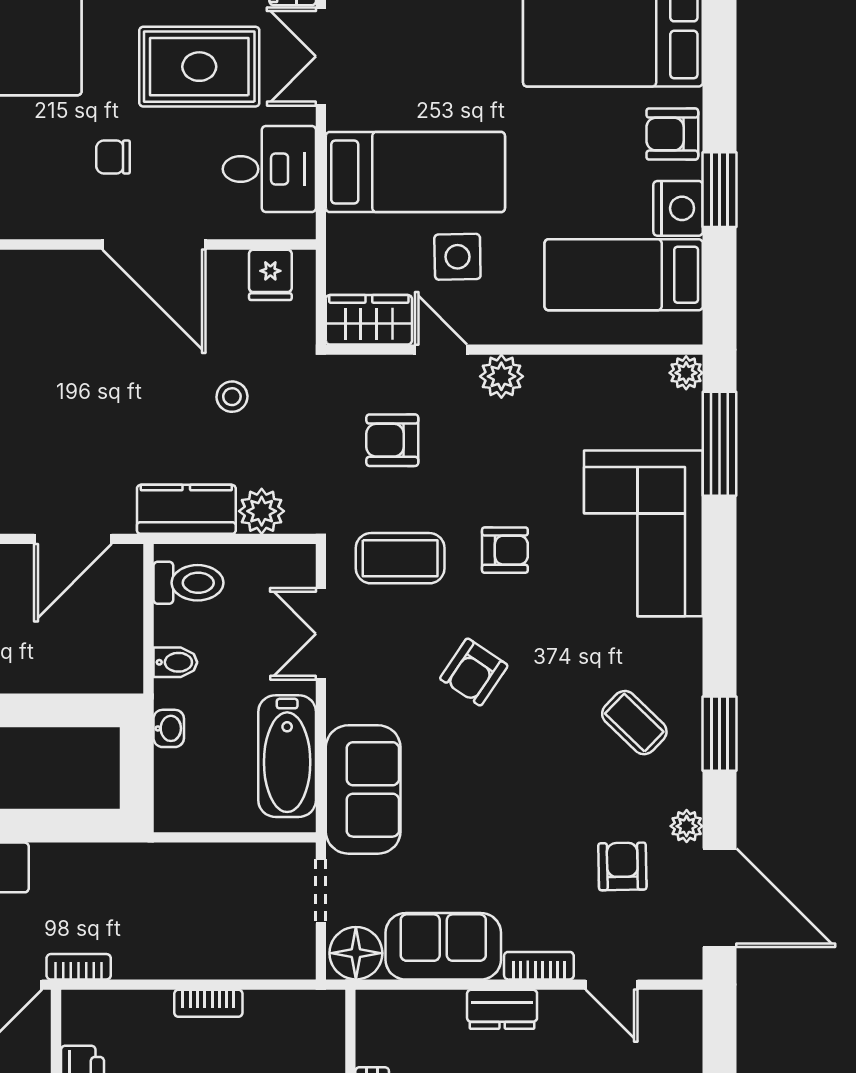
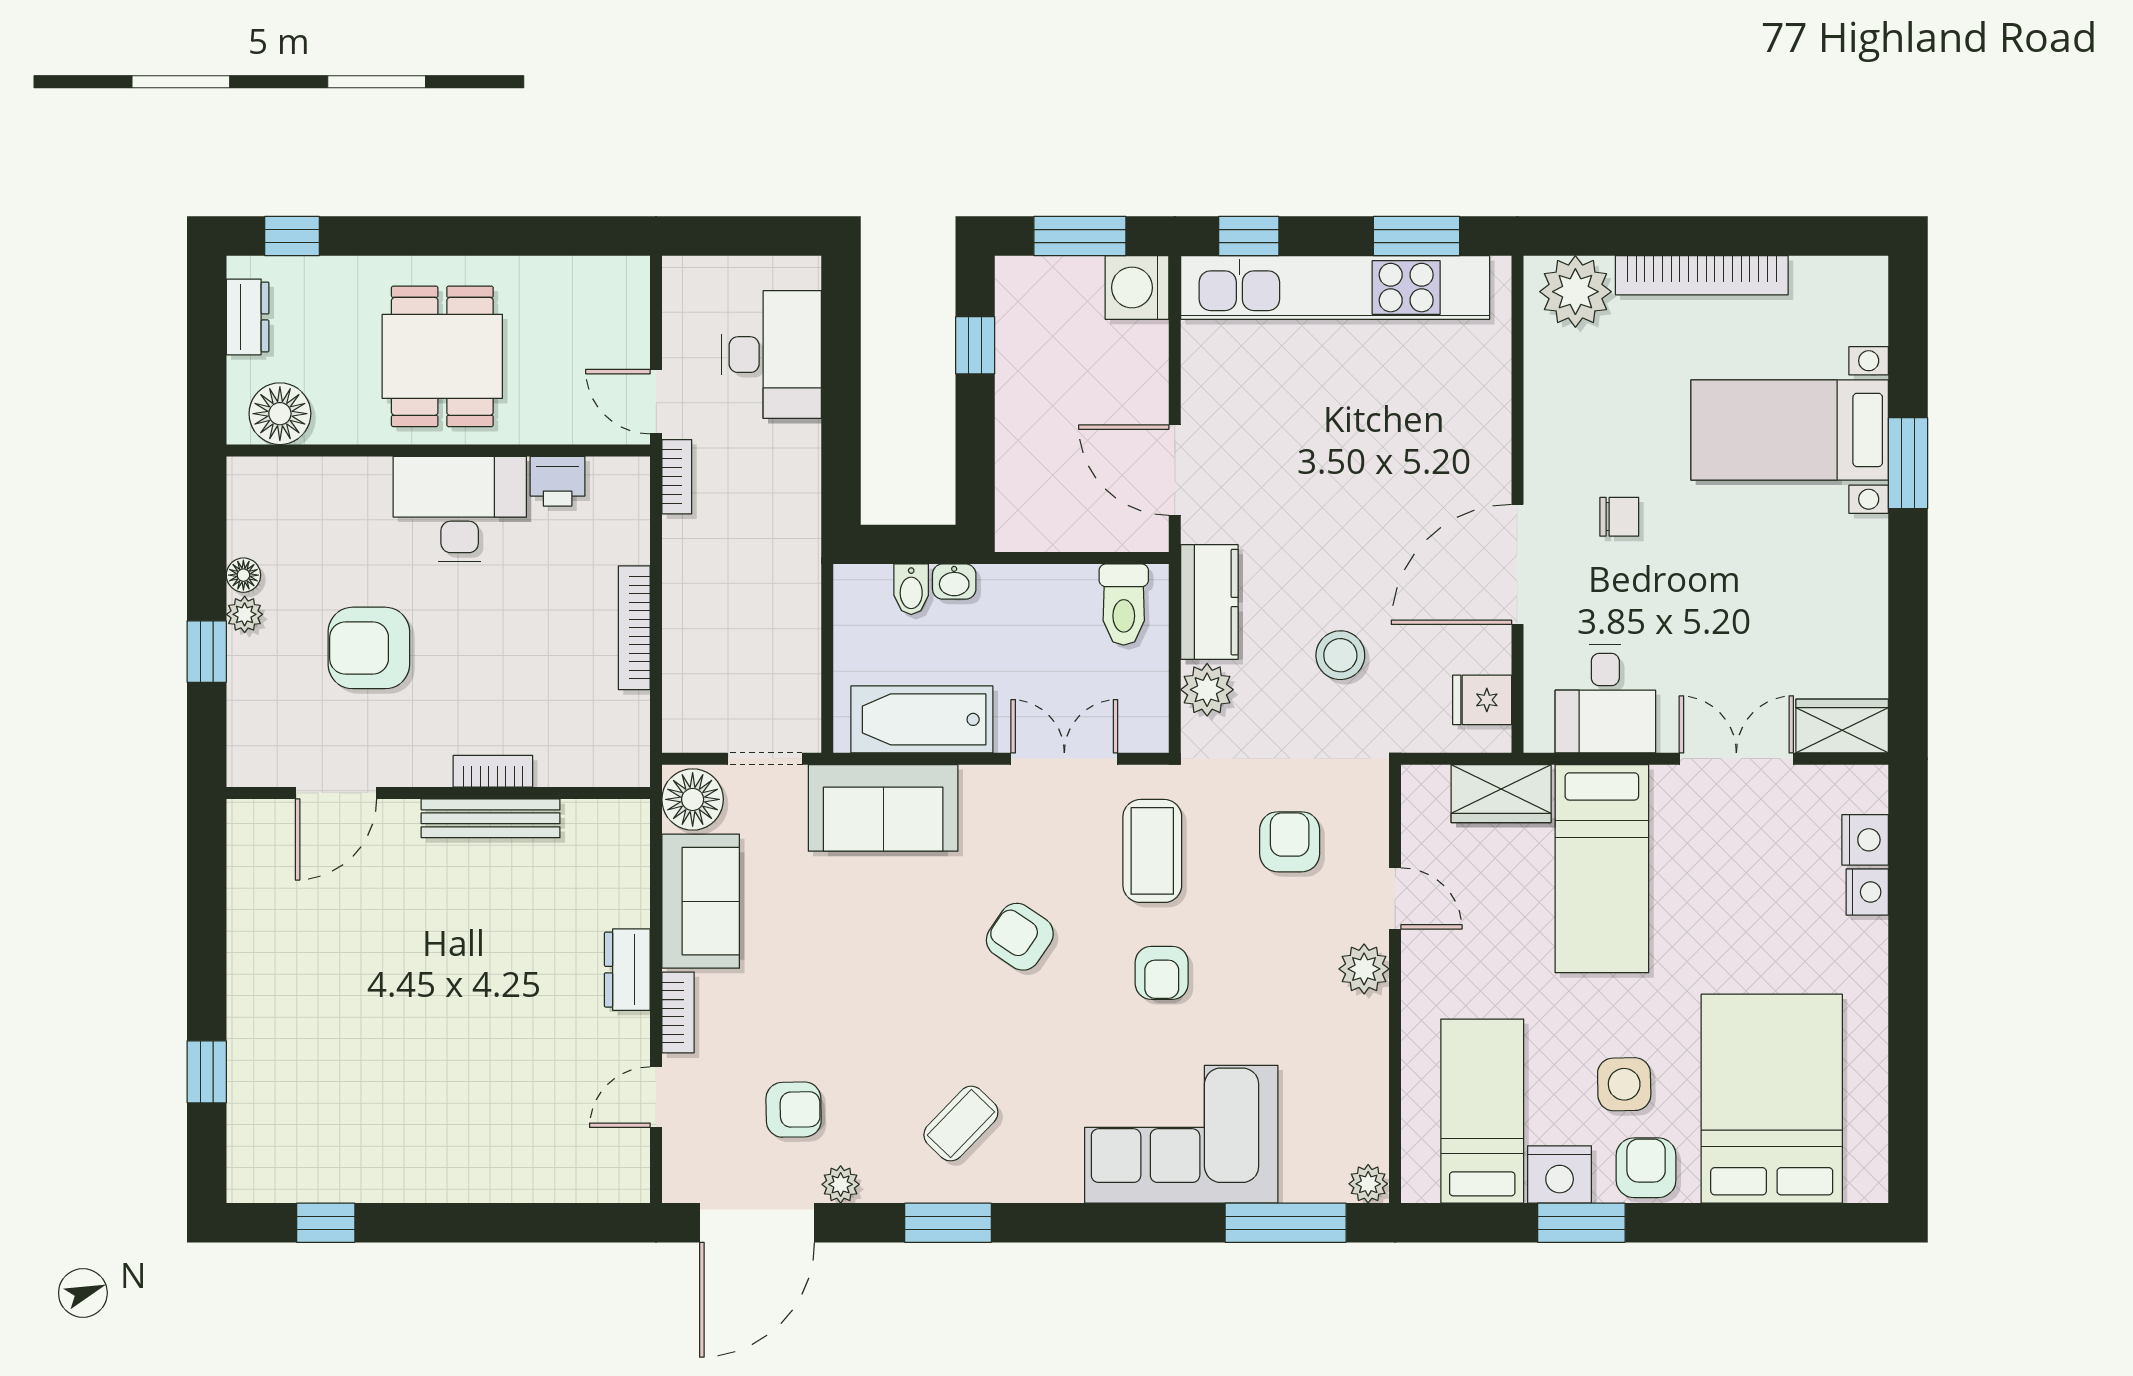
rug: (199, 67) -> (1725, 617), removed
chair: (113, 157) -> (1619, 517), turned 90
side table: (457, 257) -> (1624, 1084), moved
wardrobe: (369, 320) -> (1501, 794), moved, turned 90
door: (441, 350) -> (1395, 899), hinge flipped
stool: (232, 397) -> (1340, 655), width x1.37, depth x1.37
bidet: (175, 662) -> (911, 589), moved
bookcase: (208, 1003) -> (634, 628), width x1.56

